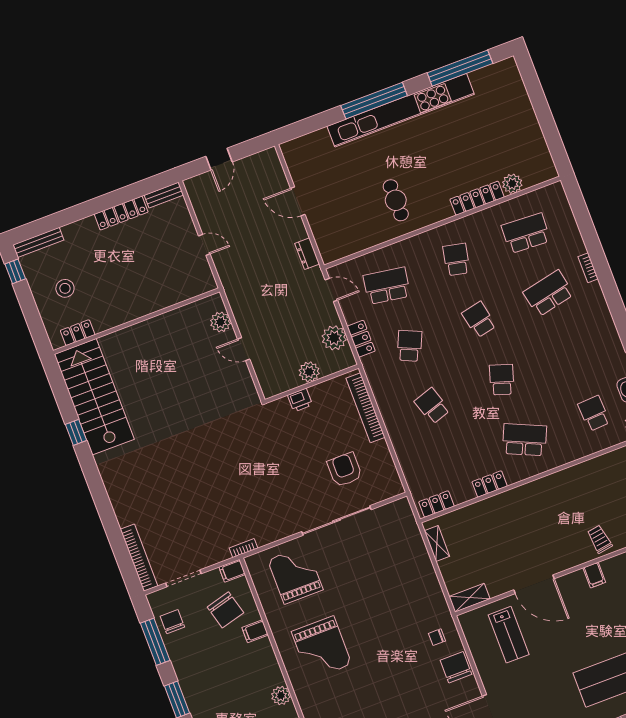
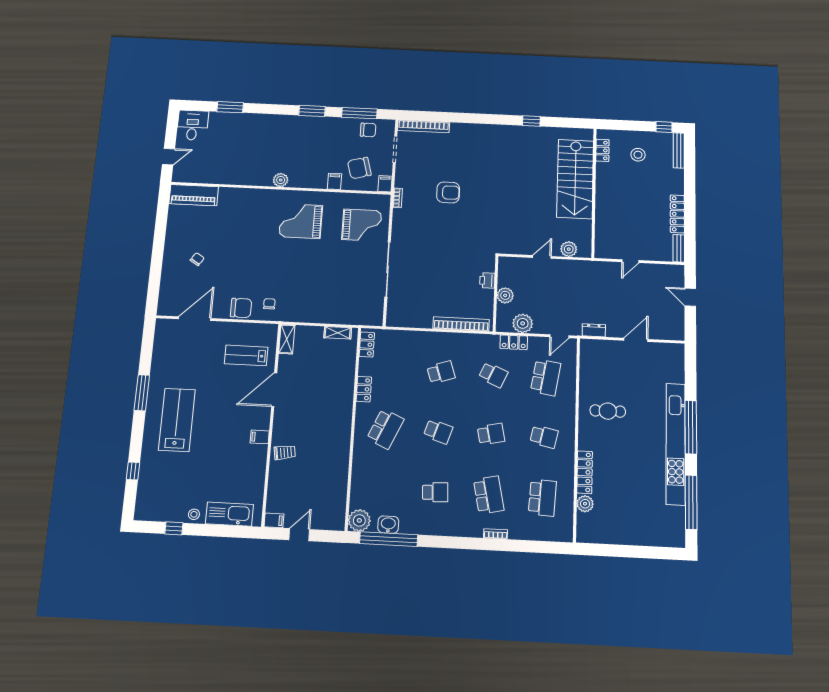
stairs: (94, 397) -> (575, 179), moved, turned 90
school desk: (594, 413) -> (435, 492), moved
armchair: (345, 470) -> (448, 192), moved

